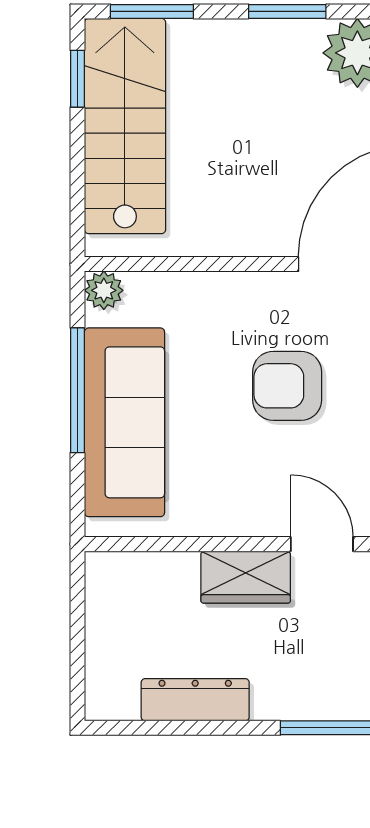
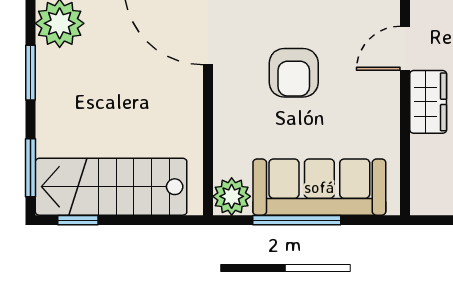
plant: (104, 290) -> (232, 196), width x1.38, depth x1.38

